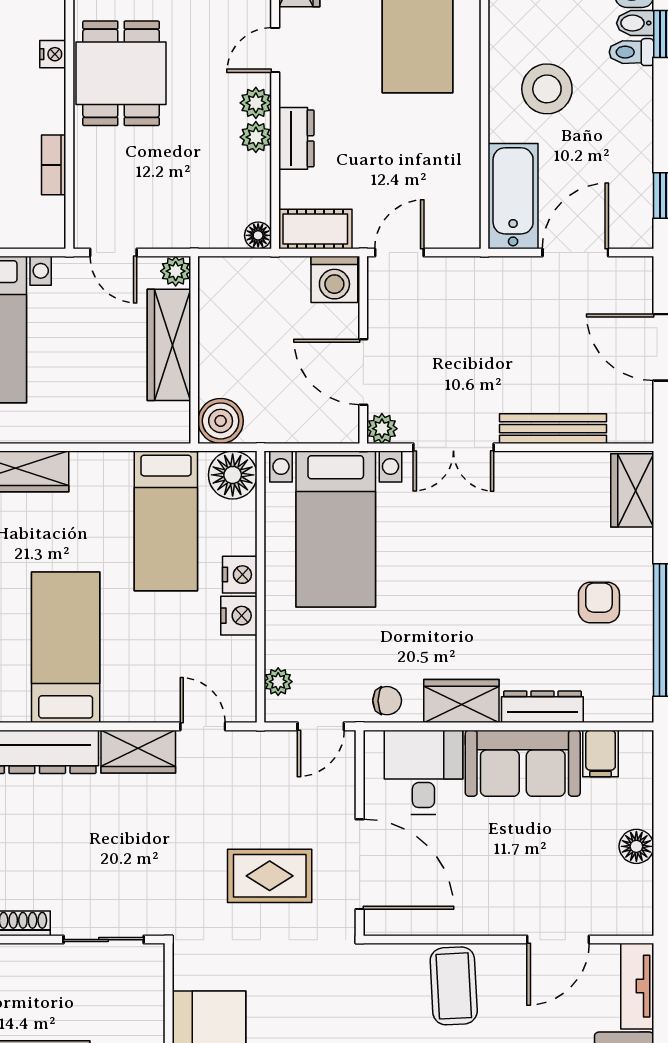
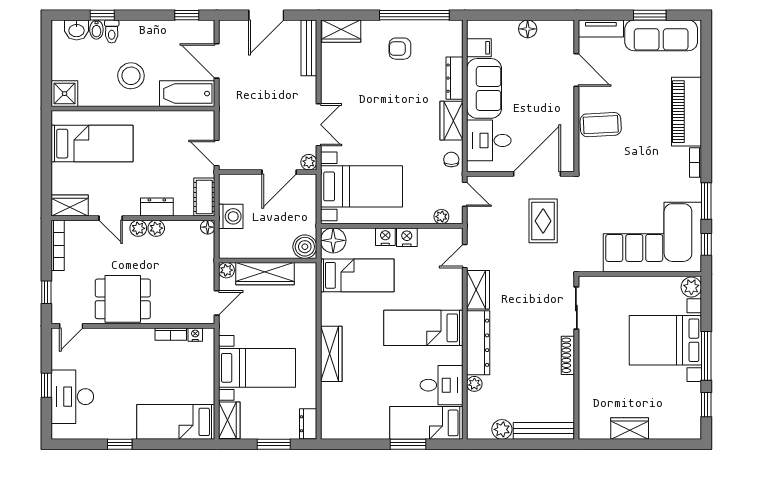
nightstand: (53, 54) -> (195, 335), moved
washing machine: (334, 279) -> (231, 216), moved
bench: (553, 429) -> (309, 48), moved

